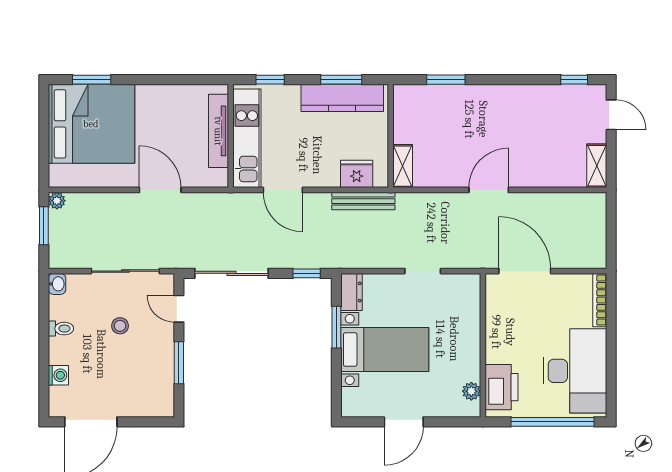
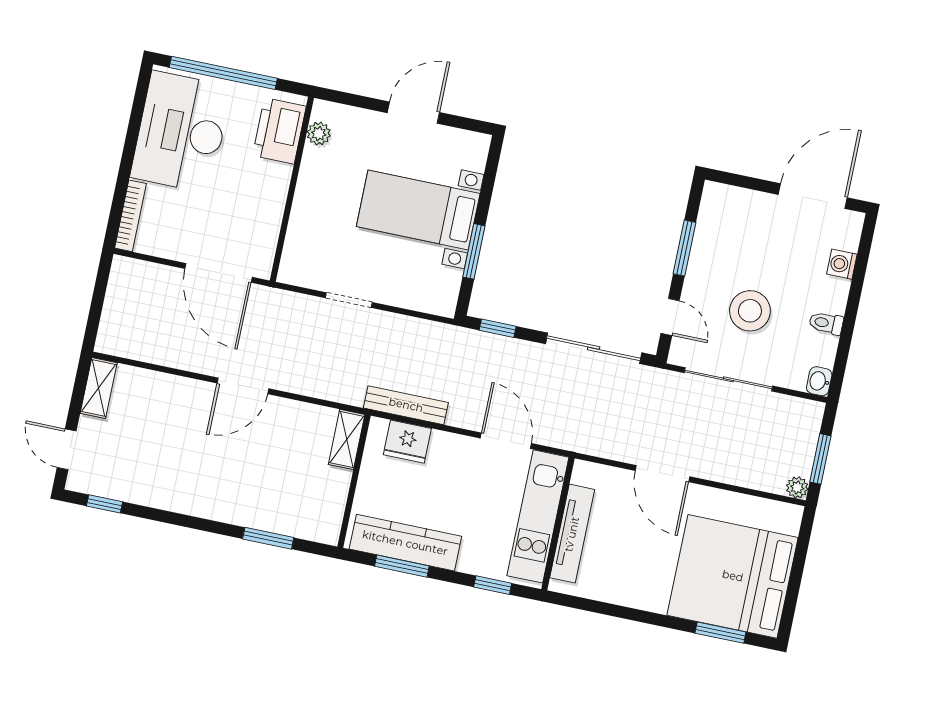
dresser: (352, 292) -> (445, 292), removed
stool: (120, 326) -> (750, 311), width x1.89, depth x1.89

